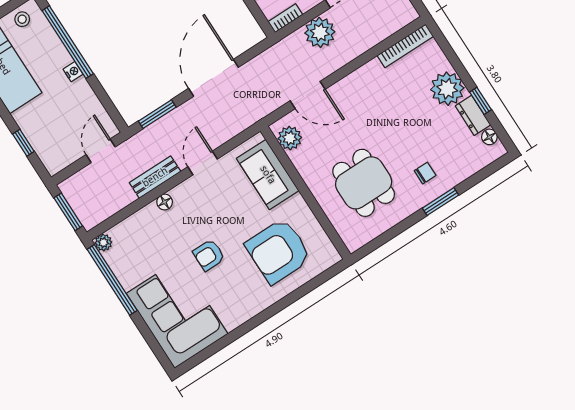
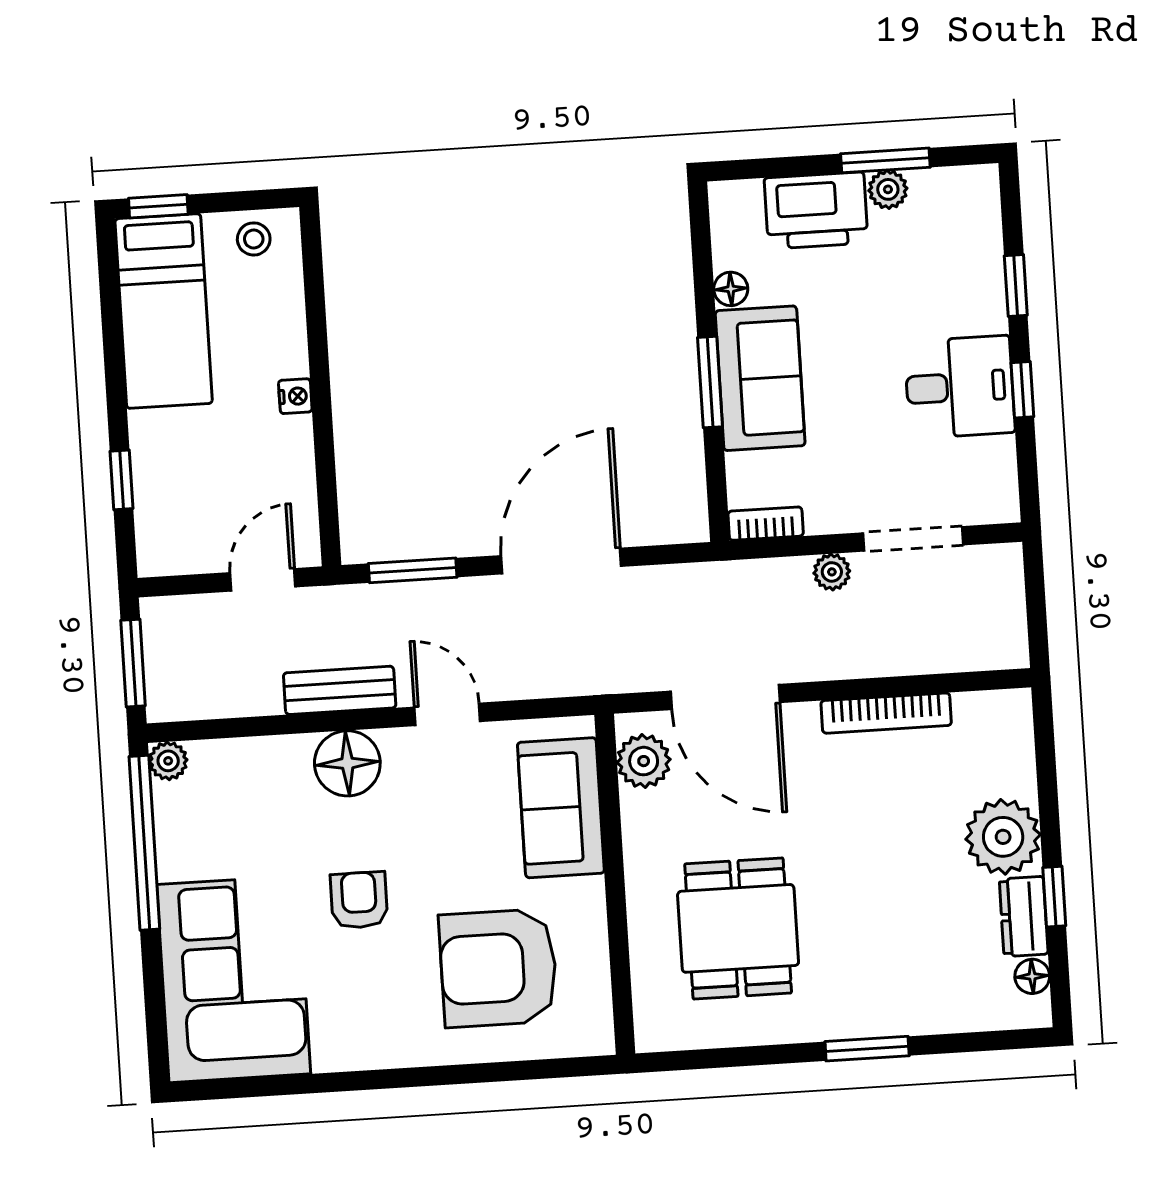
plant: (320, 32) -> (832, 572), width x0.53, depth x0.53
window: (68, 42) -> (317, 333), removed
bookcase: (405, 46) -> (886, 713), moved
door: (308, 95) -> (725, 697), width x1.36
door: (203, 163) -> (447, 714), hinge flipped
chair: (425, 173) -> (868, 976), removed
floor lamp: (165, 202) -> (347, 763), width x1.89, depth x1.89
armchair: (209, 255) -> (359, 900), turned 90

